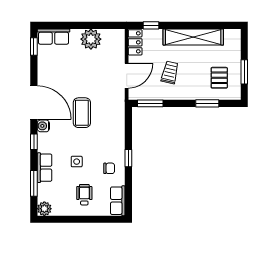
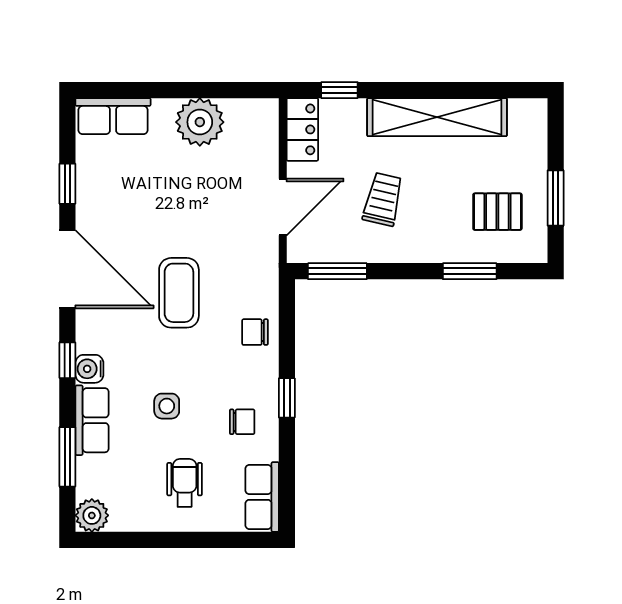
window: (34, 47) -> (67, 184), moved
pallet: (219, 78) -> (497, 212), turned 90
water cooler: (43, 126) -> (89, 369), moved
chair: (115, 130) -> (255, 332), added

